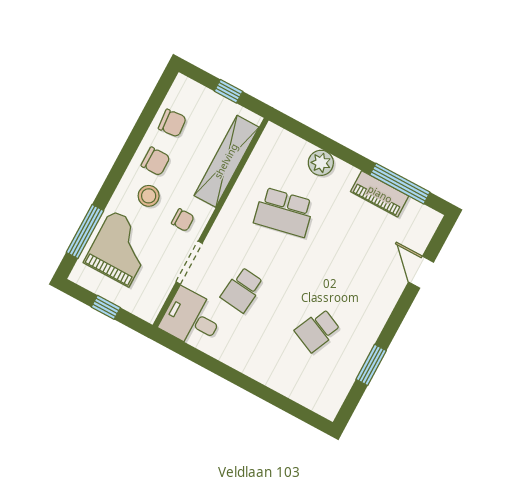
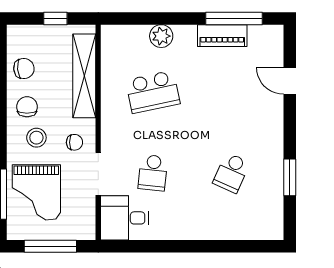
chair: (156, 161) -> (27, 107), turned -90
grand piano: (120, 248) -> (36, 192), turned 180
window: (106, 307) -> (50, 246), width x2.17

